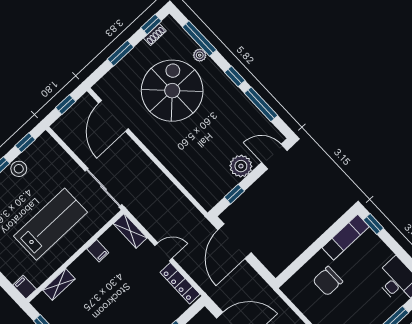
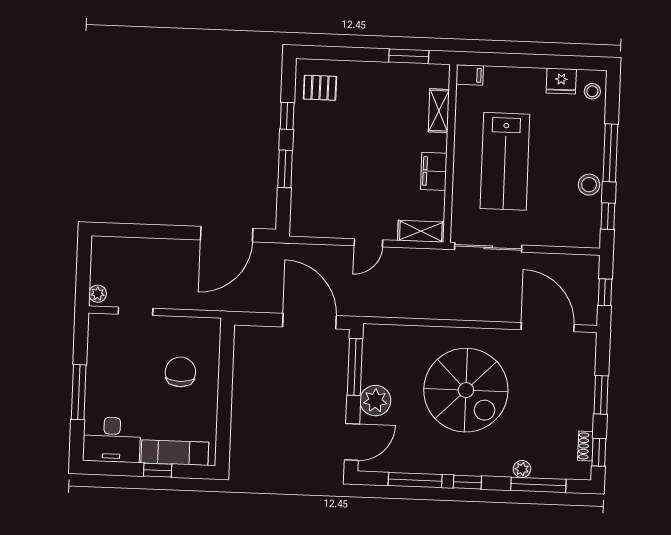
spiral stairs: (172, 91) -> (466, 390), moved
window: (234, 194) -> (355, 367), width x2.17
window: (373, 224) -> (158, 470), moved
exam couch: (346, 237) -> (175, 453), moved, turned 90
filing cabinet: (98, 251) -> (434, 171), width x2.00
locker: (180, 283) -> (322, 228), removed

